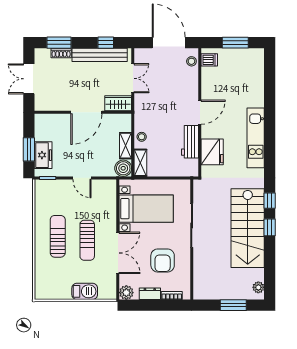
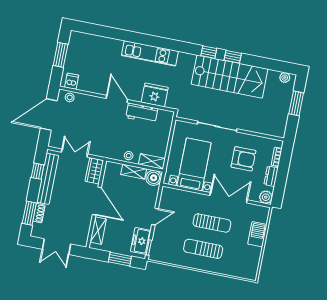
shelving: (55, 120) -> (98, 231), added
freezer: (43, 155) -> (141, 241), moved, turned -90

